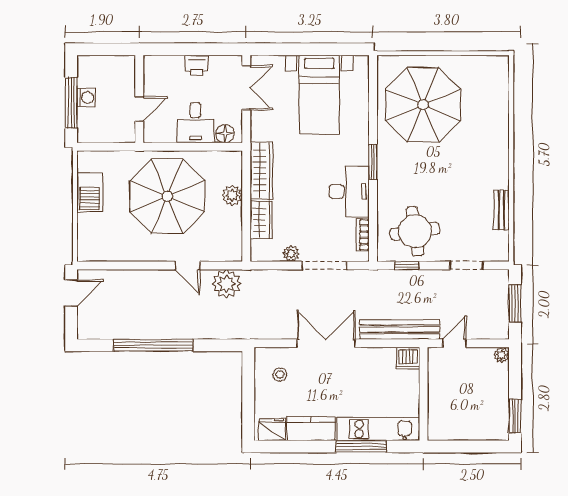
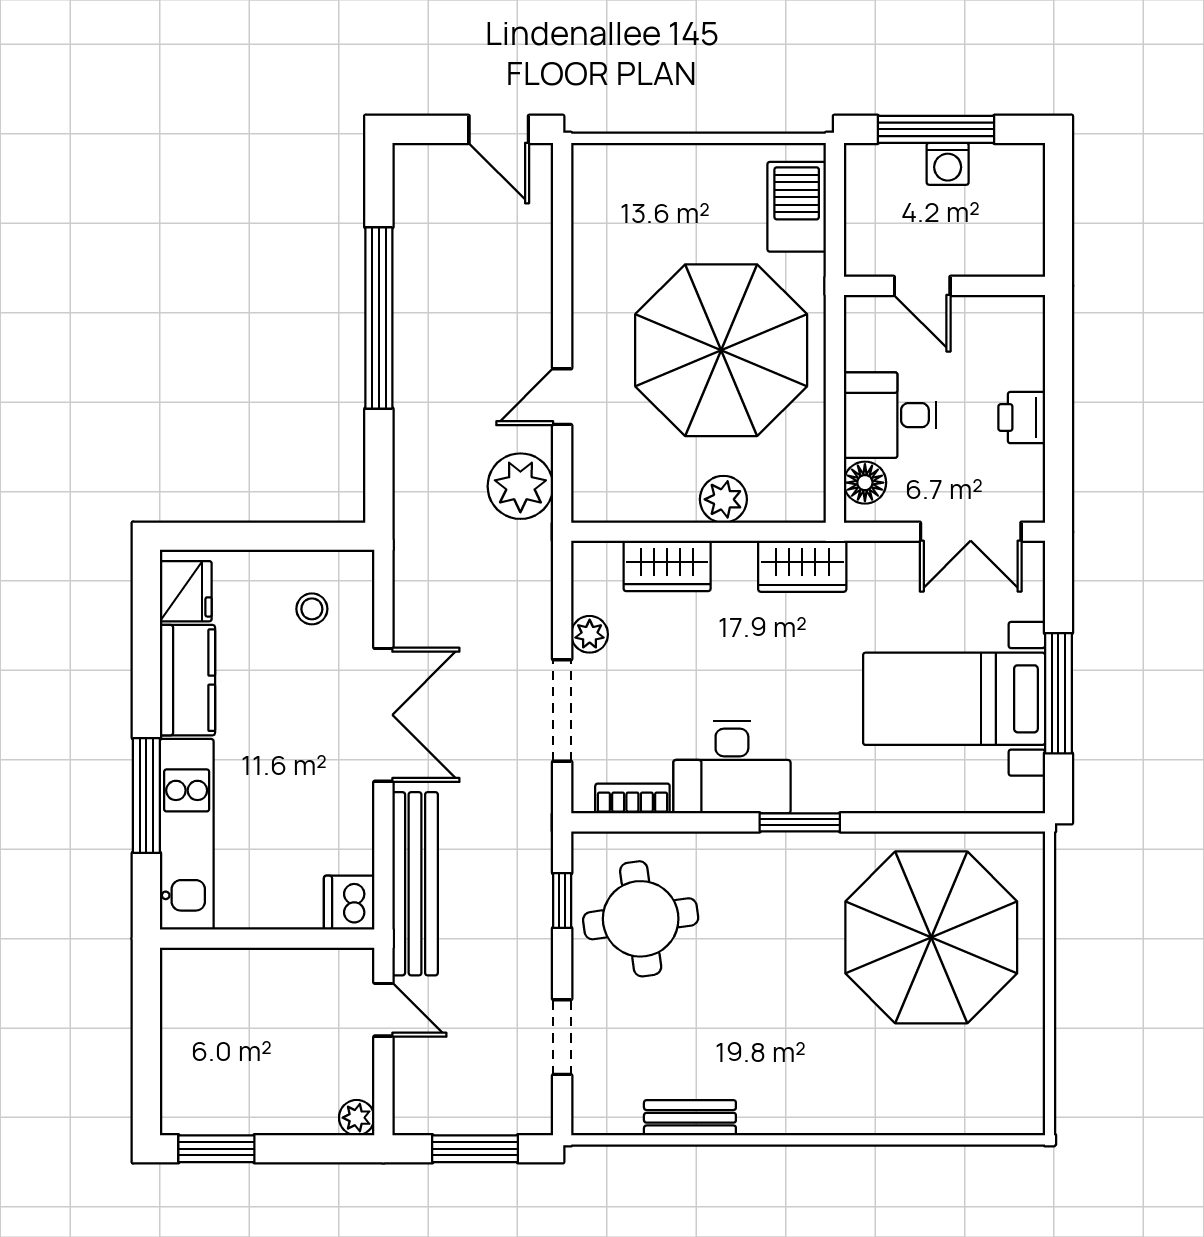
window: (317, 49) -> (1058, 693), added
wardrobe: (261, 171) -> (802, 566), width x0.67
barbecue: (90, 193) -> (797, 207), moved, turned 90

